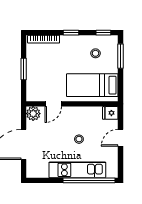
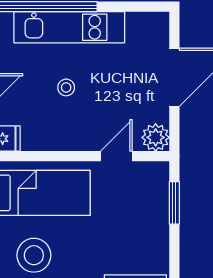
stool: (95, 53) -> (34, 255), width x1.89, depth x1.89
window: (24, 69) -> (174, 203), moved

